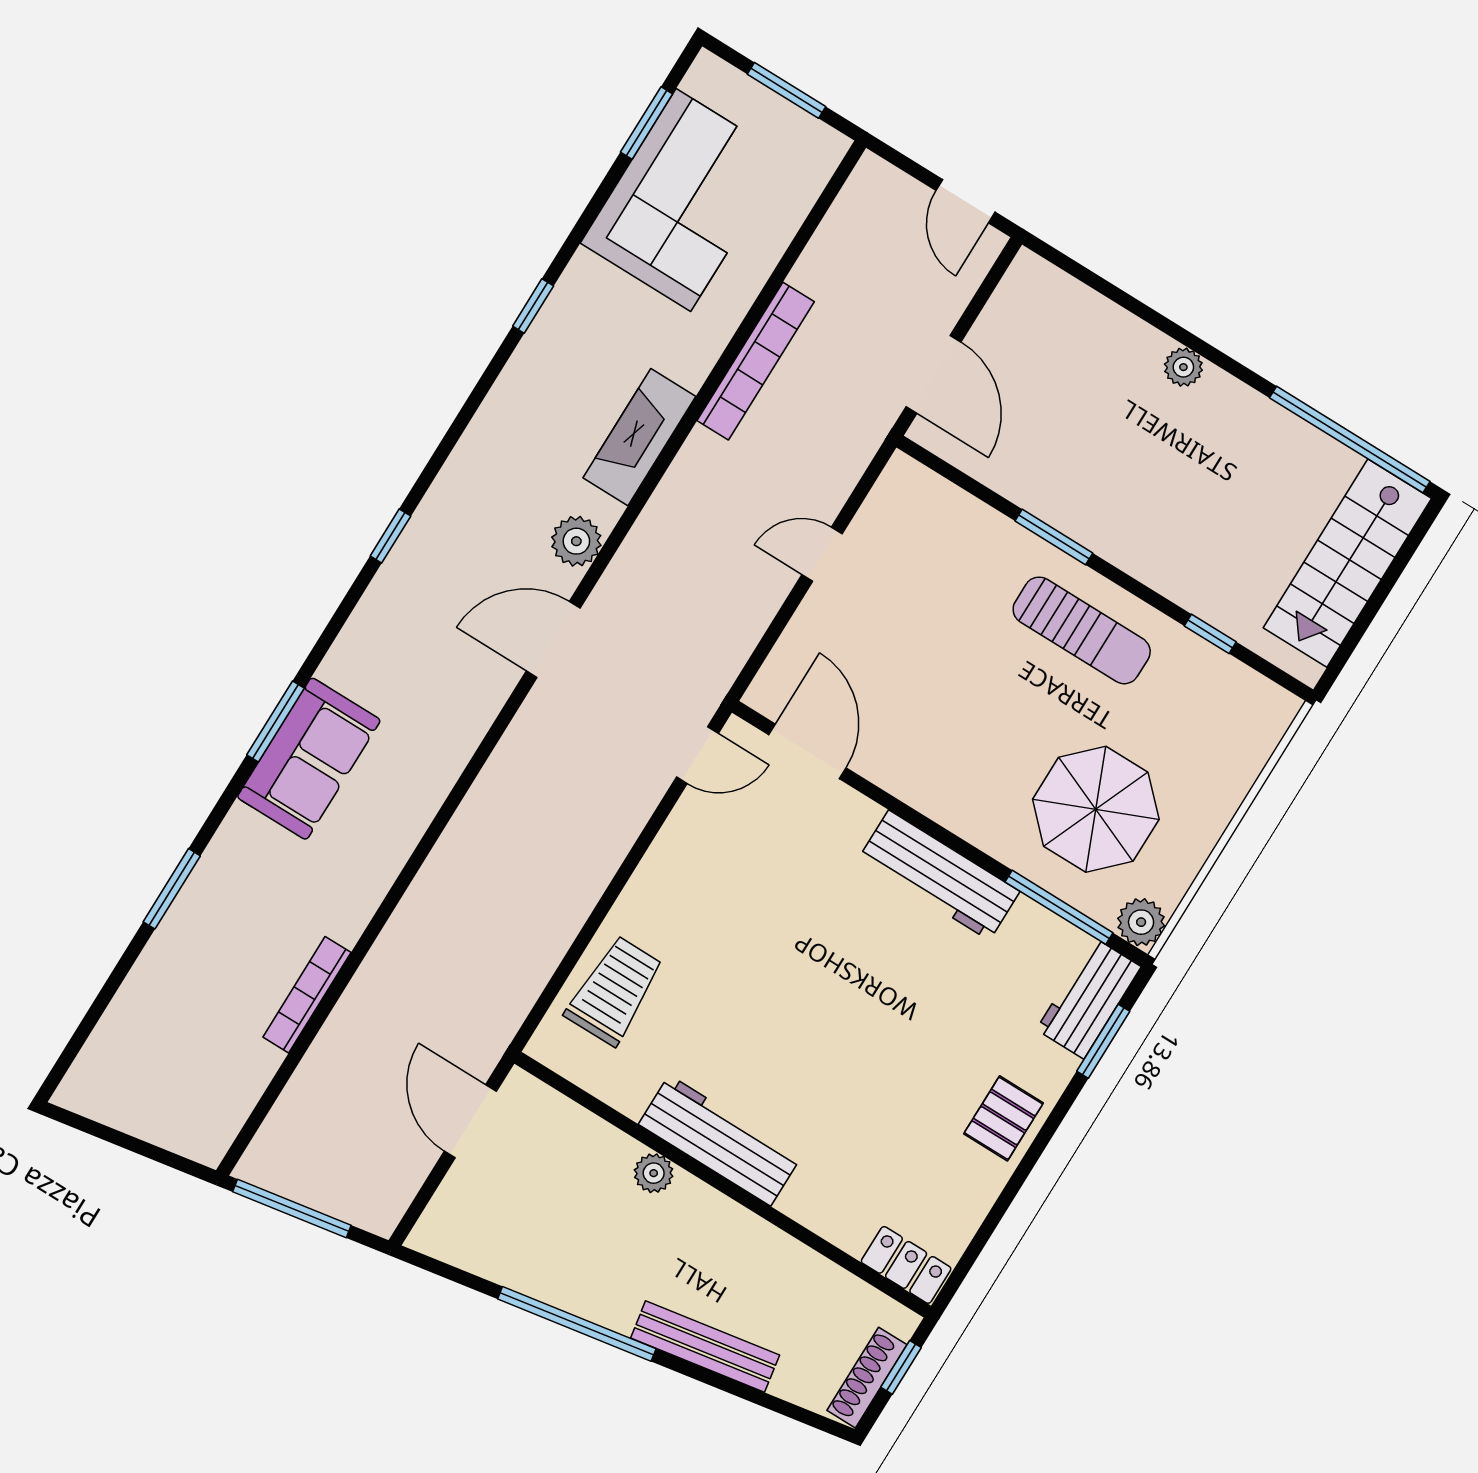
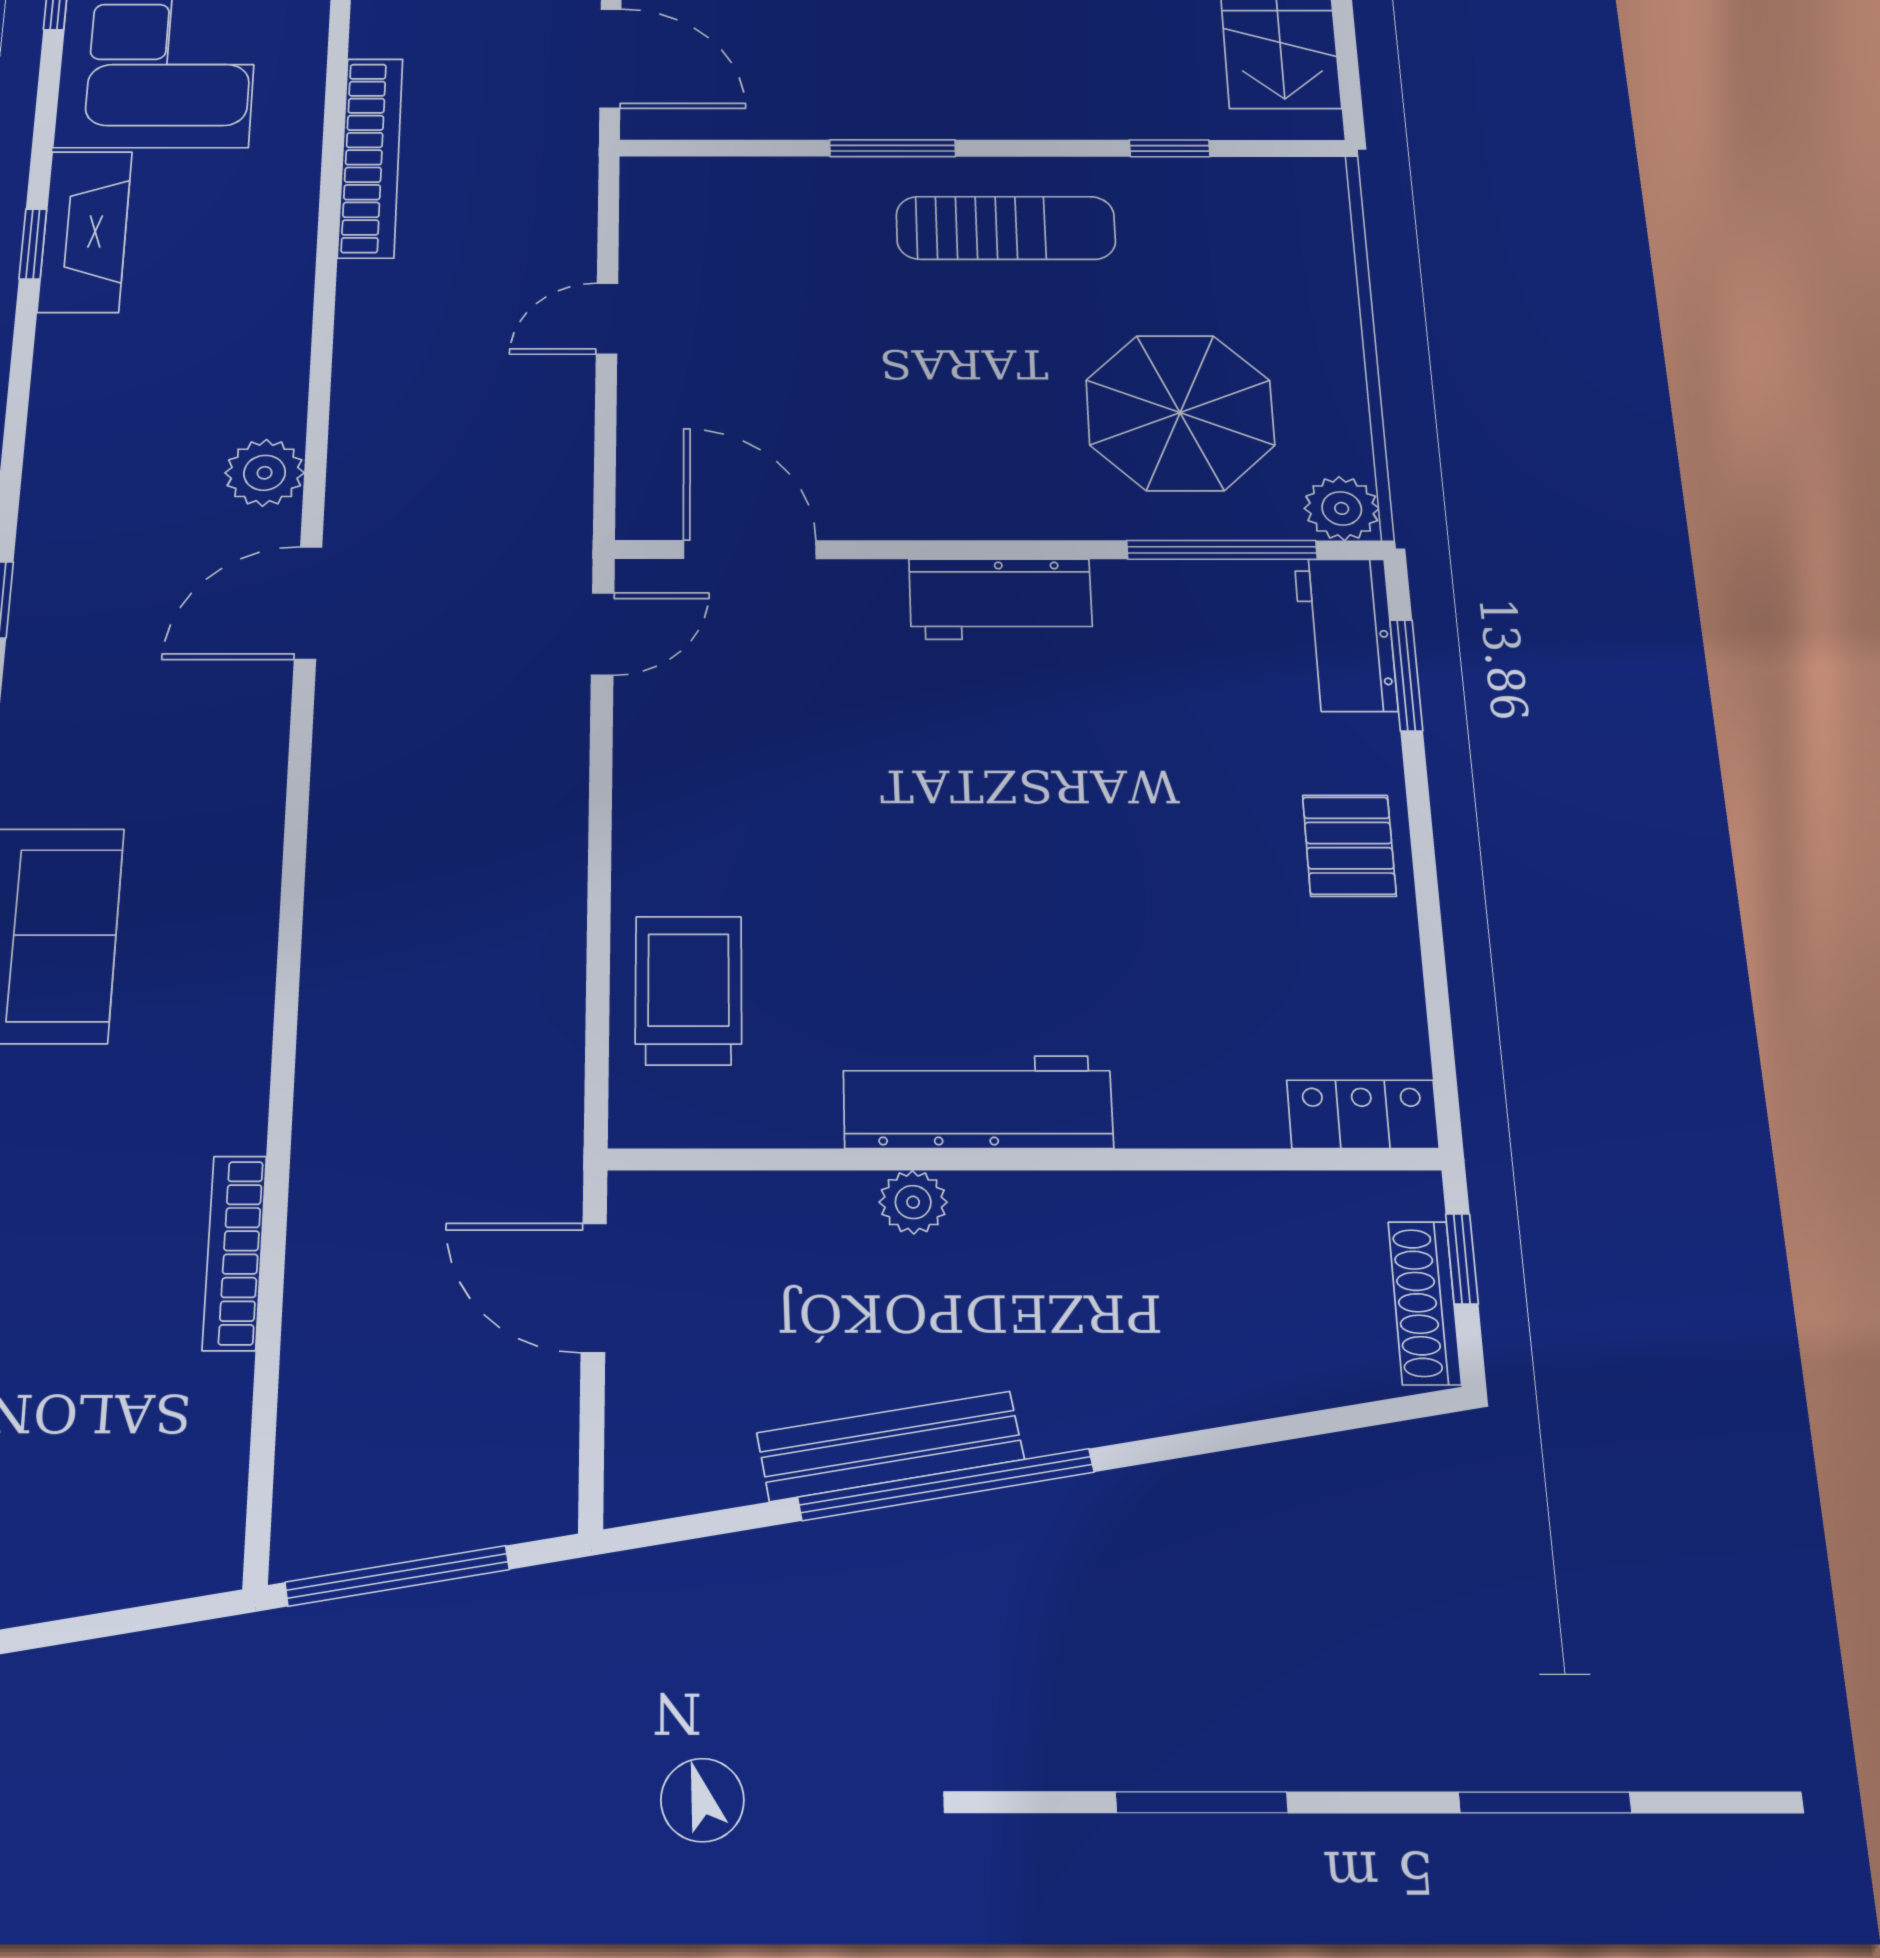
fireplace: (639, 437) -> (85, 231), moved, turned 180
workbench: (939, 875) -> (1001, 599), width x0.73
bench: (705, 1347) -> (890, 1446), moved

